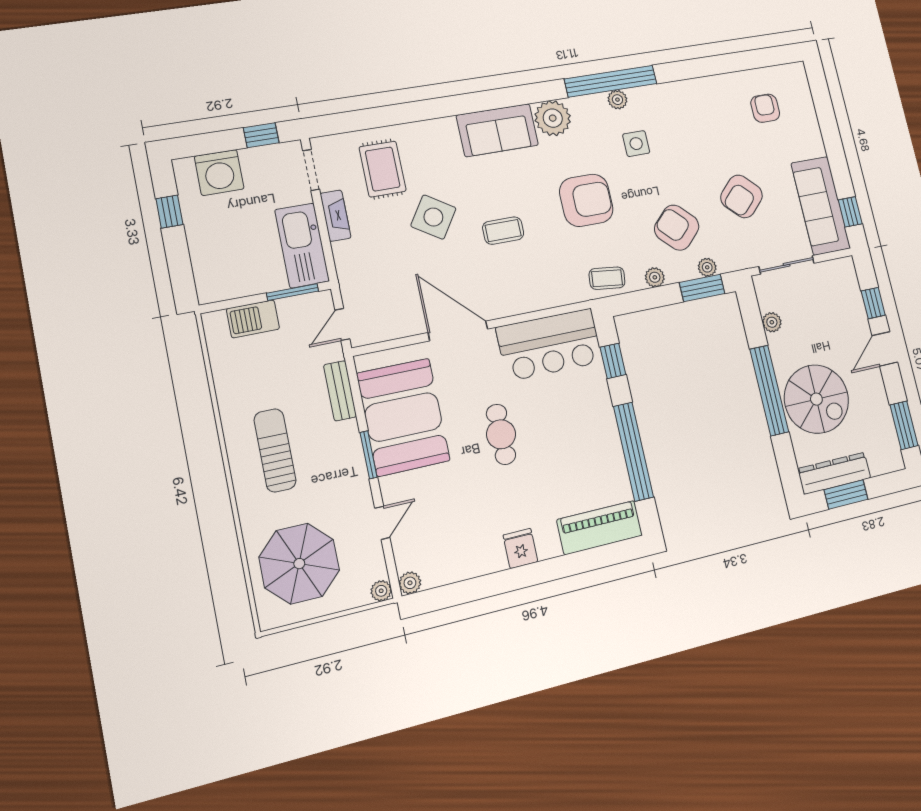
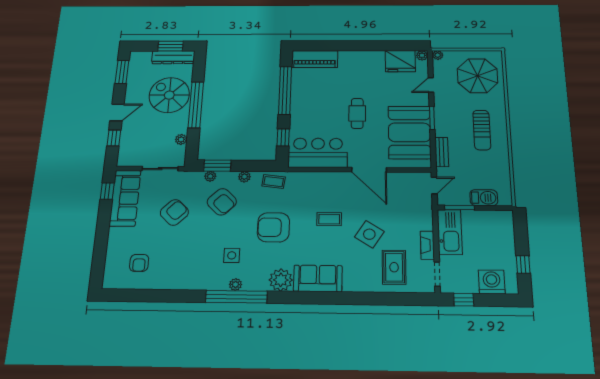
fridge: (520, 548) -> (400, 61), moved, width x1.88, depth x1.34

